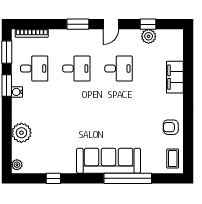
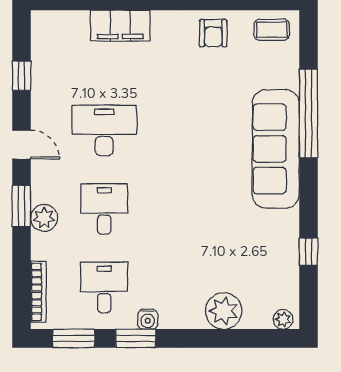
plant: (149, 36) -> (44, 218), moved
desk: (119, 69) -> (104, 130), width x1.37

